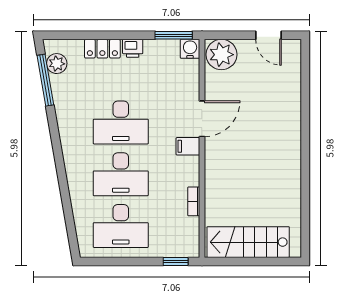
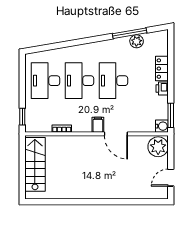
plant: (57, 64) -> (137, 41), moved
window: (45, 80) -> (130, 33), moved

